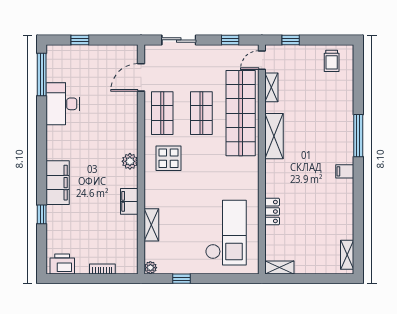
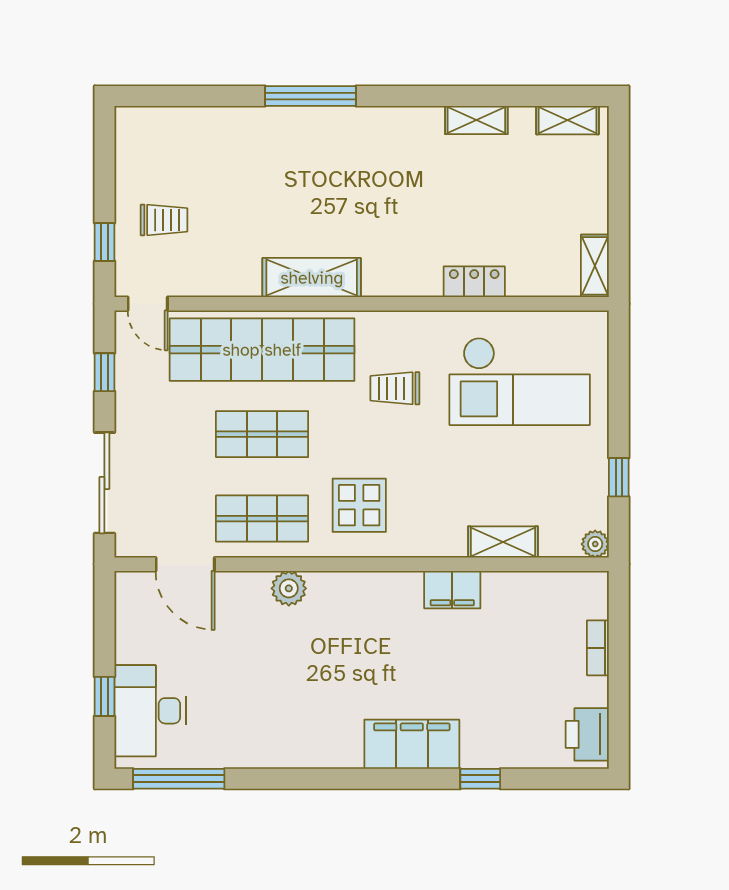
sliding door: (179, 40) -> (104, 483), width x1.37
trolley: (332, 61) -> (164, 220), moved
shelving: (271, 87) -> (476, 120), moved
desk: (63, 104) -> (150, 711), moved, turned 90
plant: (130, 161) -> (289, 588), moved
filing cabinet: (345, 171) -> (388, 125), removed
trolley: (223, 175) -> (395, 388), added
checkout: (226, 233) -> (520, 381), turned 180

